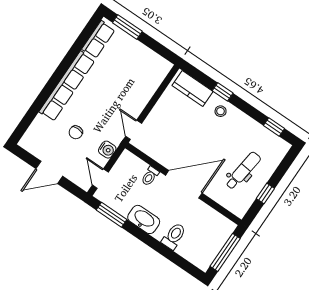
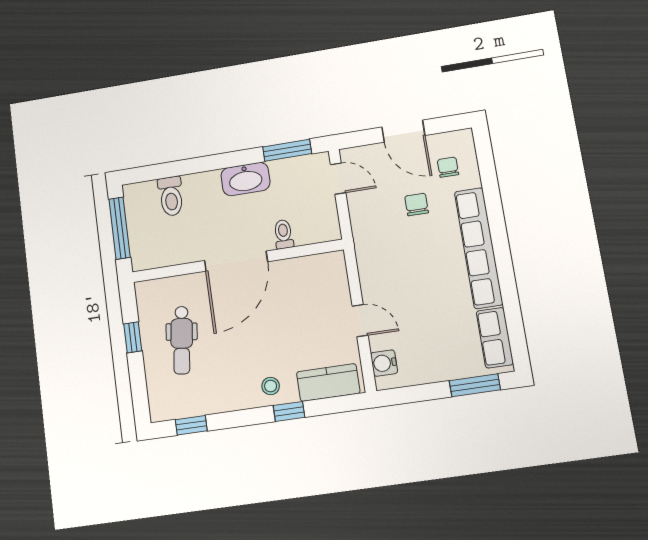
door: (134, 130) -> (360, 321), moved
chair: (45, 136) -> (448, 167), added
water cooler: (107, 150) -> (384, 363), moved
door: (49, 172) -> (403, 131), swing flipped
toilet: (174, 236) -> (171, 196), moved

